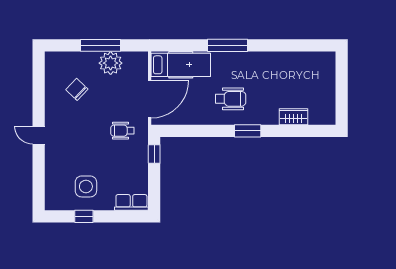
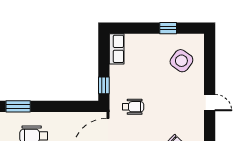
side table: (86, 186) -> (181, 61), moved, turned 36
row of seats: (131, 202) -> (117, 49), moved, turned -90

